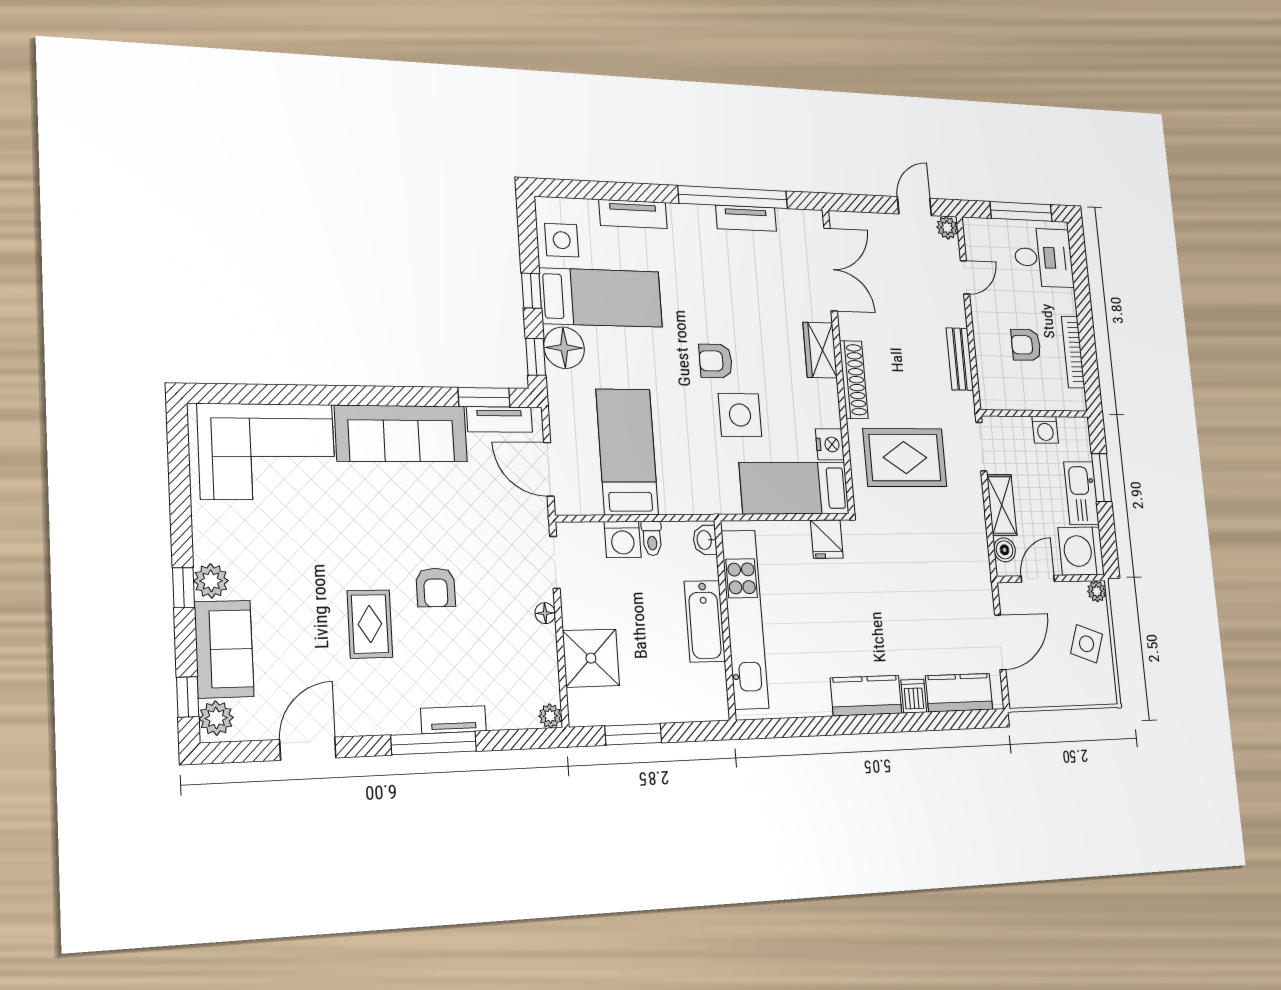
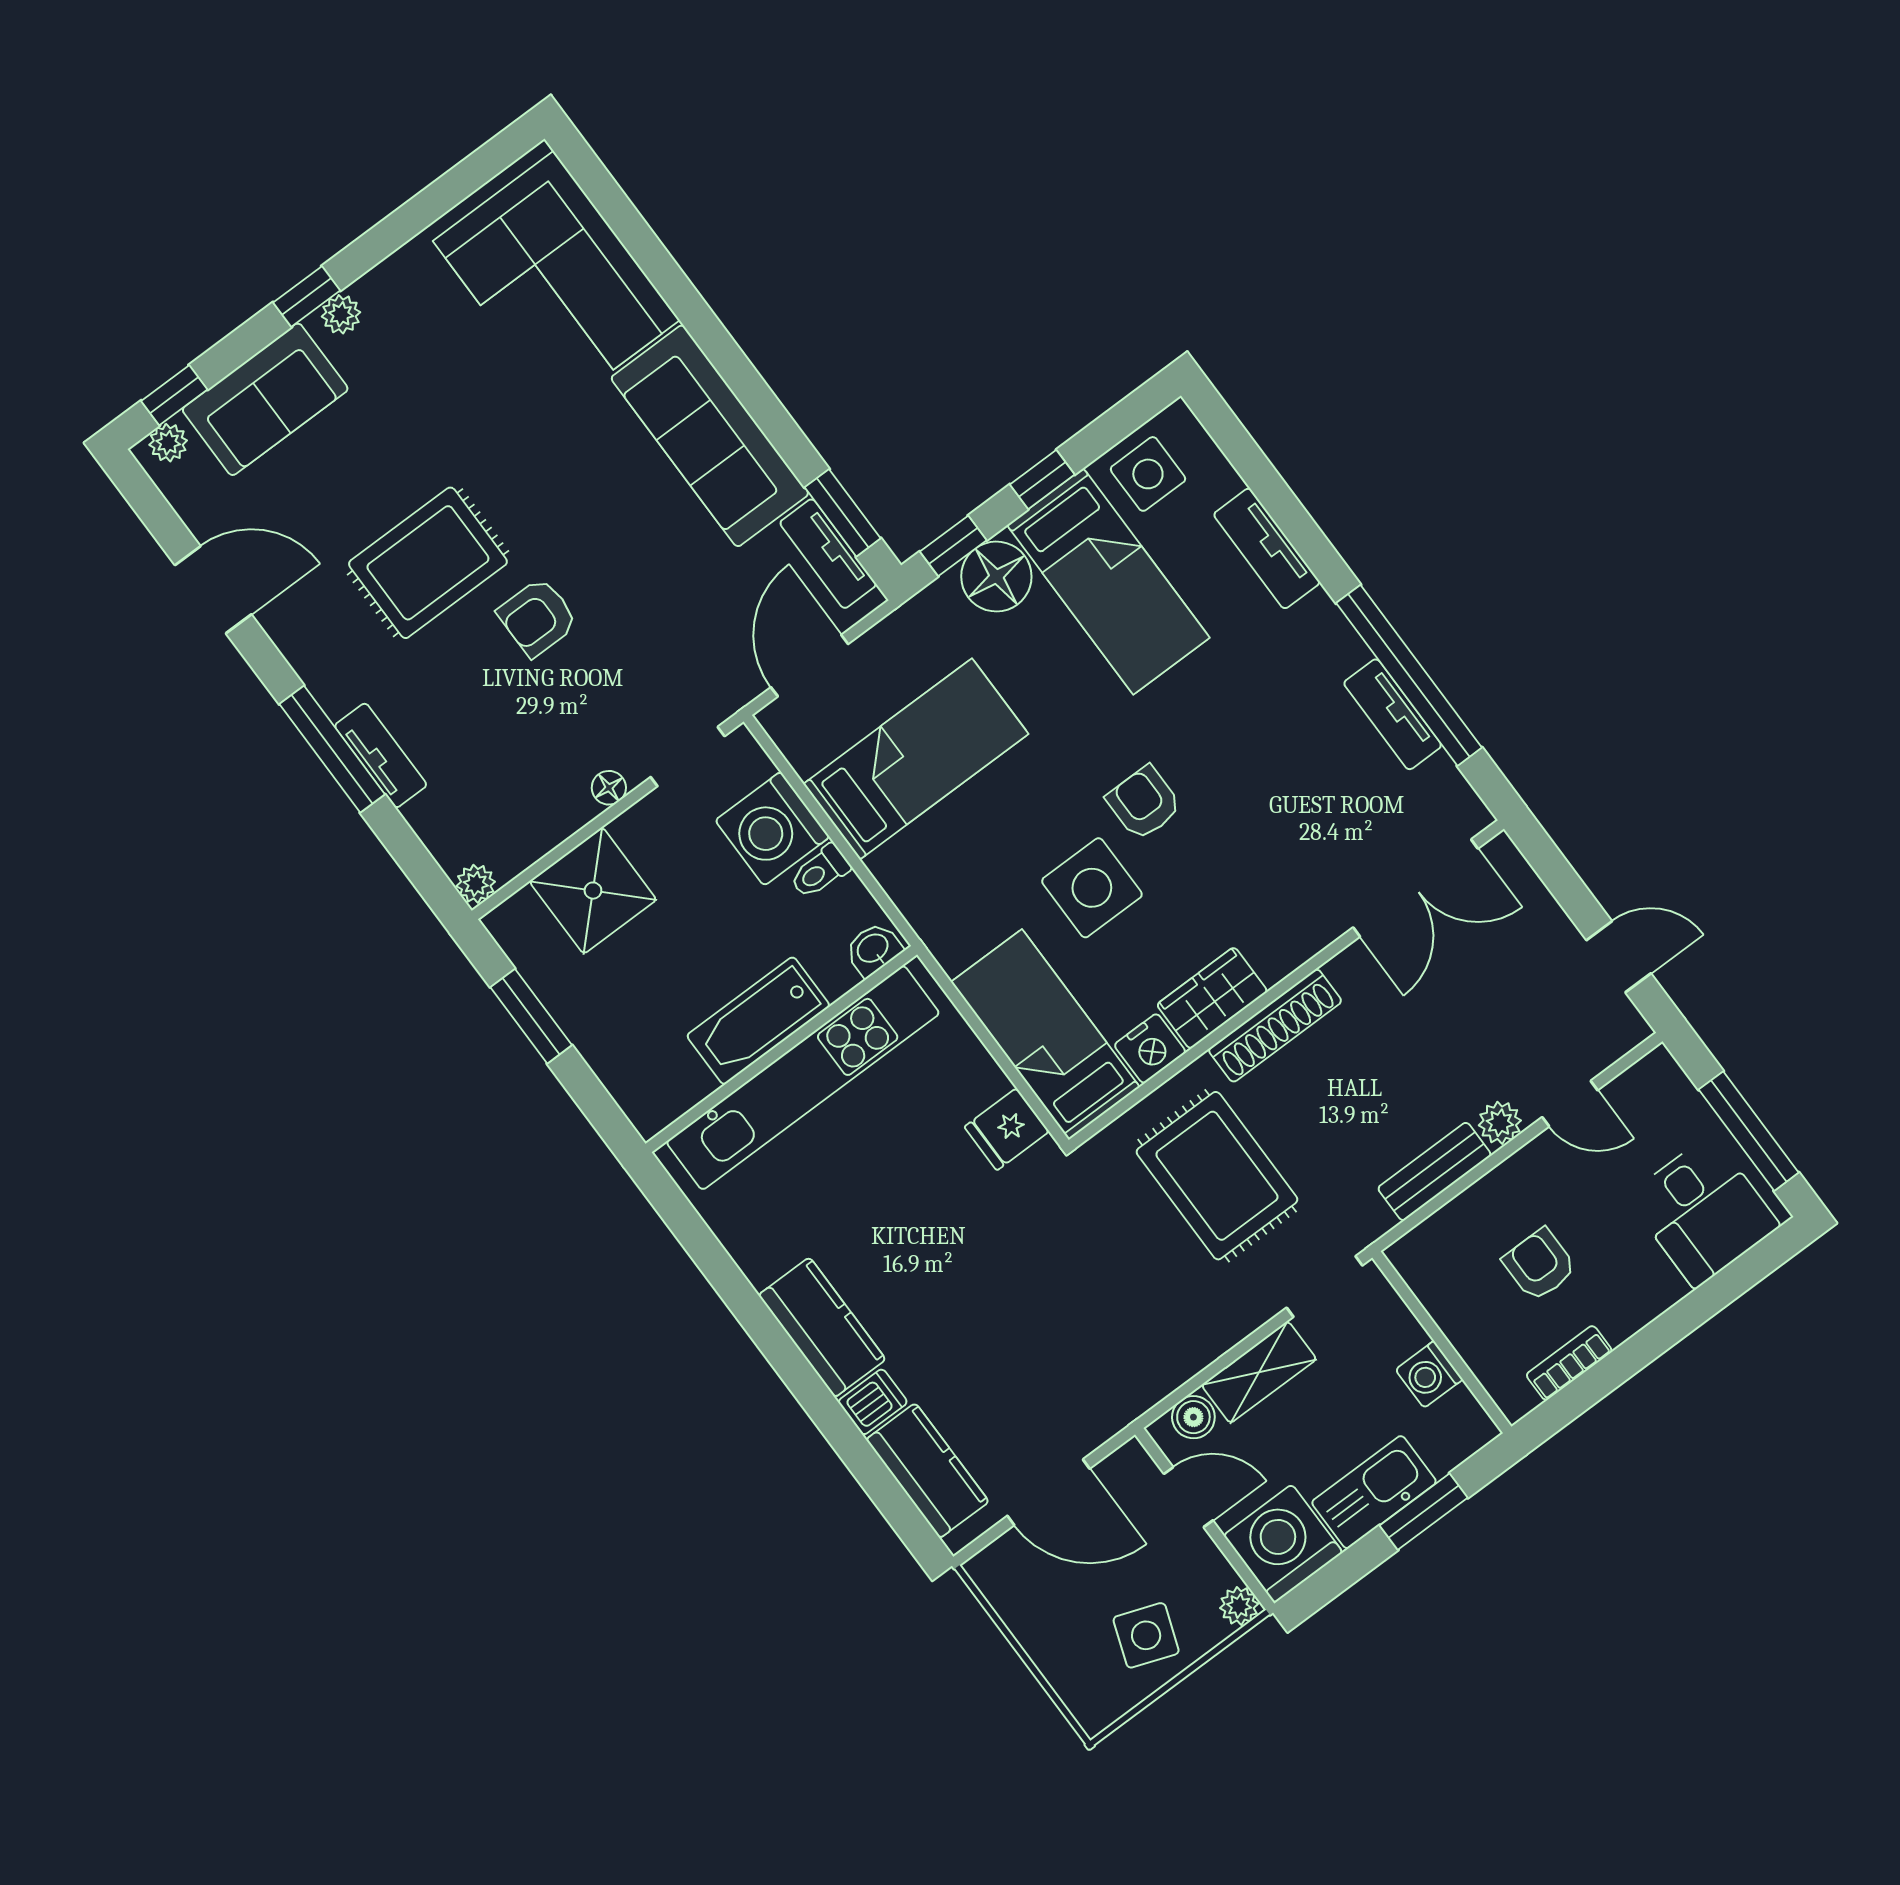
plant: (947, 228) -> (1500, 1123), moved
wardrobe: (820, 350) -> (1212, 998), moved
bookcase: (1073, 352) -> (1569, 1363), width x0.64
washing machine: (623, 540) -> (772, 829), width x1.37, depth x1.37
plant: (211, 581) -> (341, 314), width x0.73, depth x0.73
rug: (370, 624) -> (428, 563), width x1.36, depth x1.43
plant: (216, 718) -> (168, 443), width x0.73, depth x0.73

